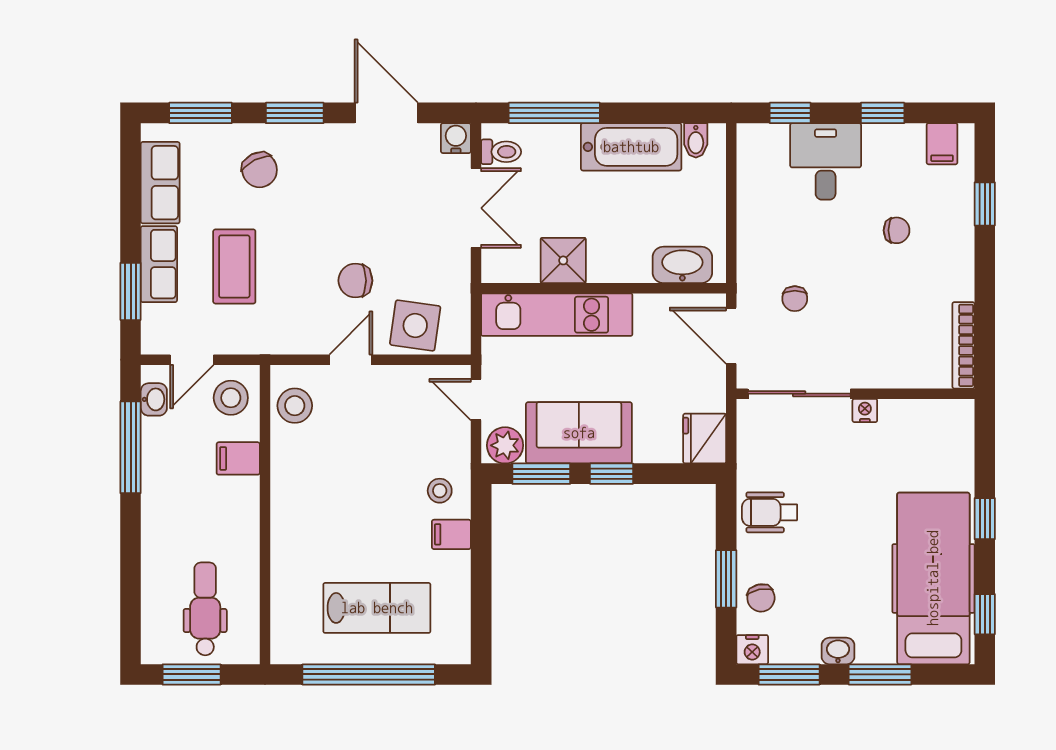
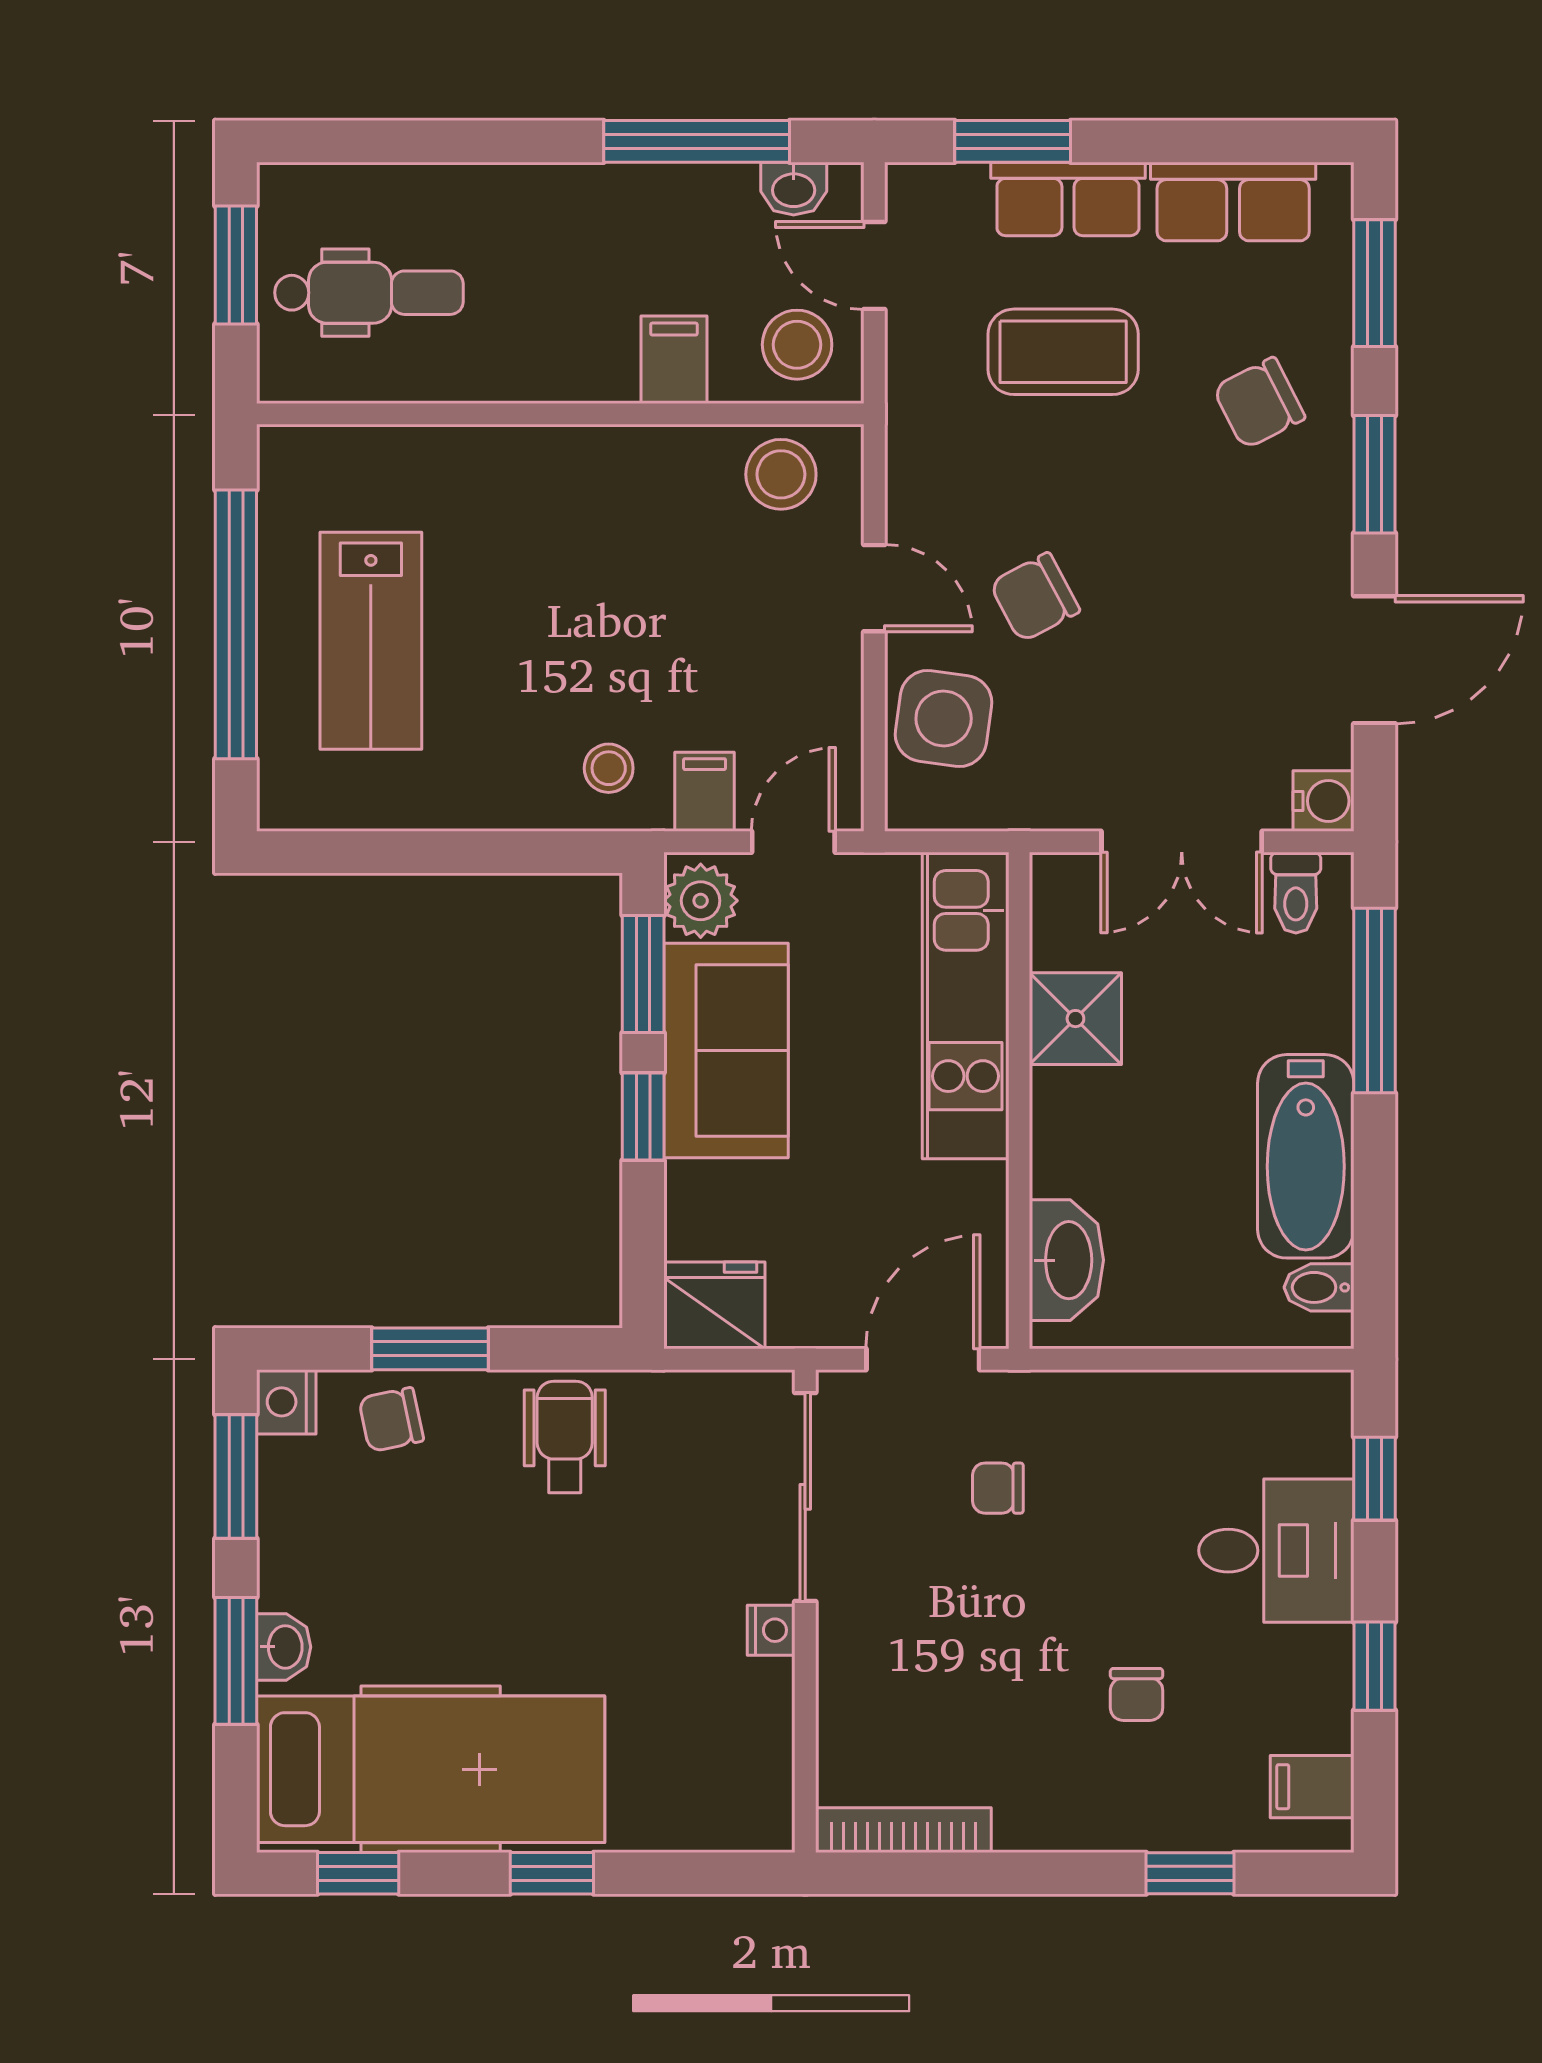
chair: (355, 281) -> (1035, 597), turned -118
filing cabinet: (451, 534) -> (705, 792), moved
washbasin: (838, 651) -> (284, 1647), moved

